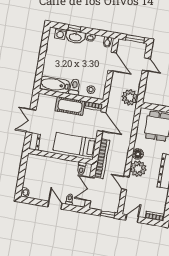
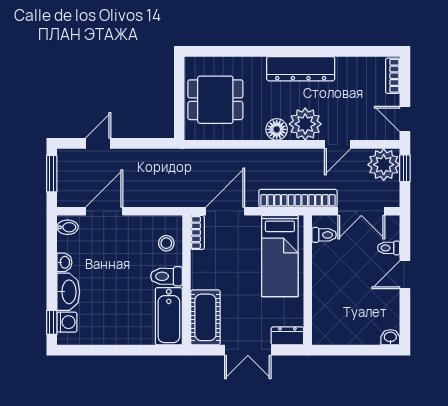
window: (74, 28) -> (52, 322), moved
plant: (130, 97) -> (384, 165), moved
cot: (70, 106) -> (205, 317), moved

